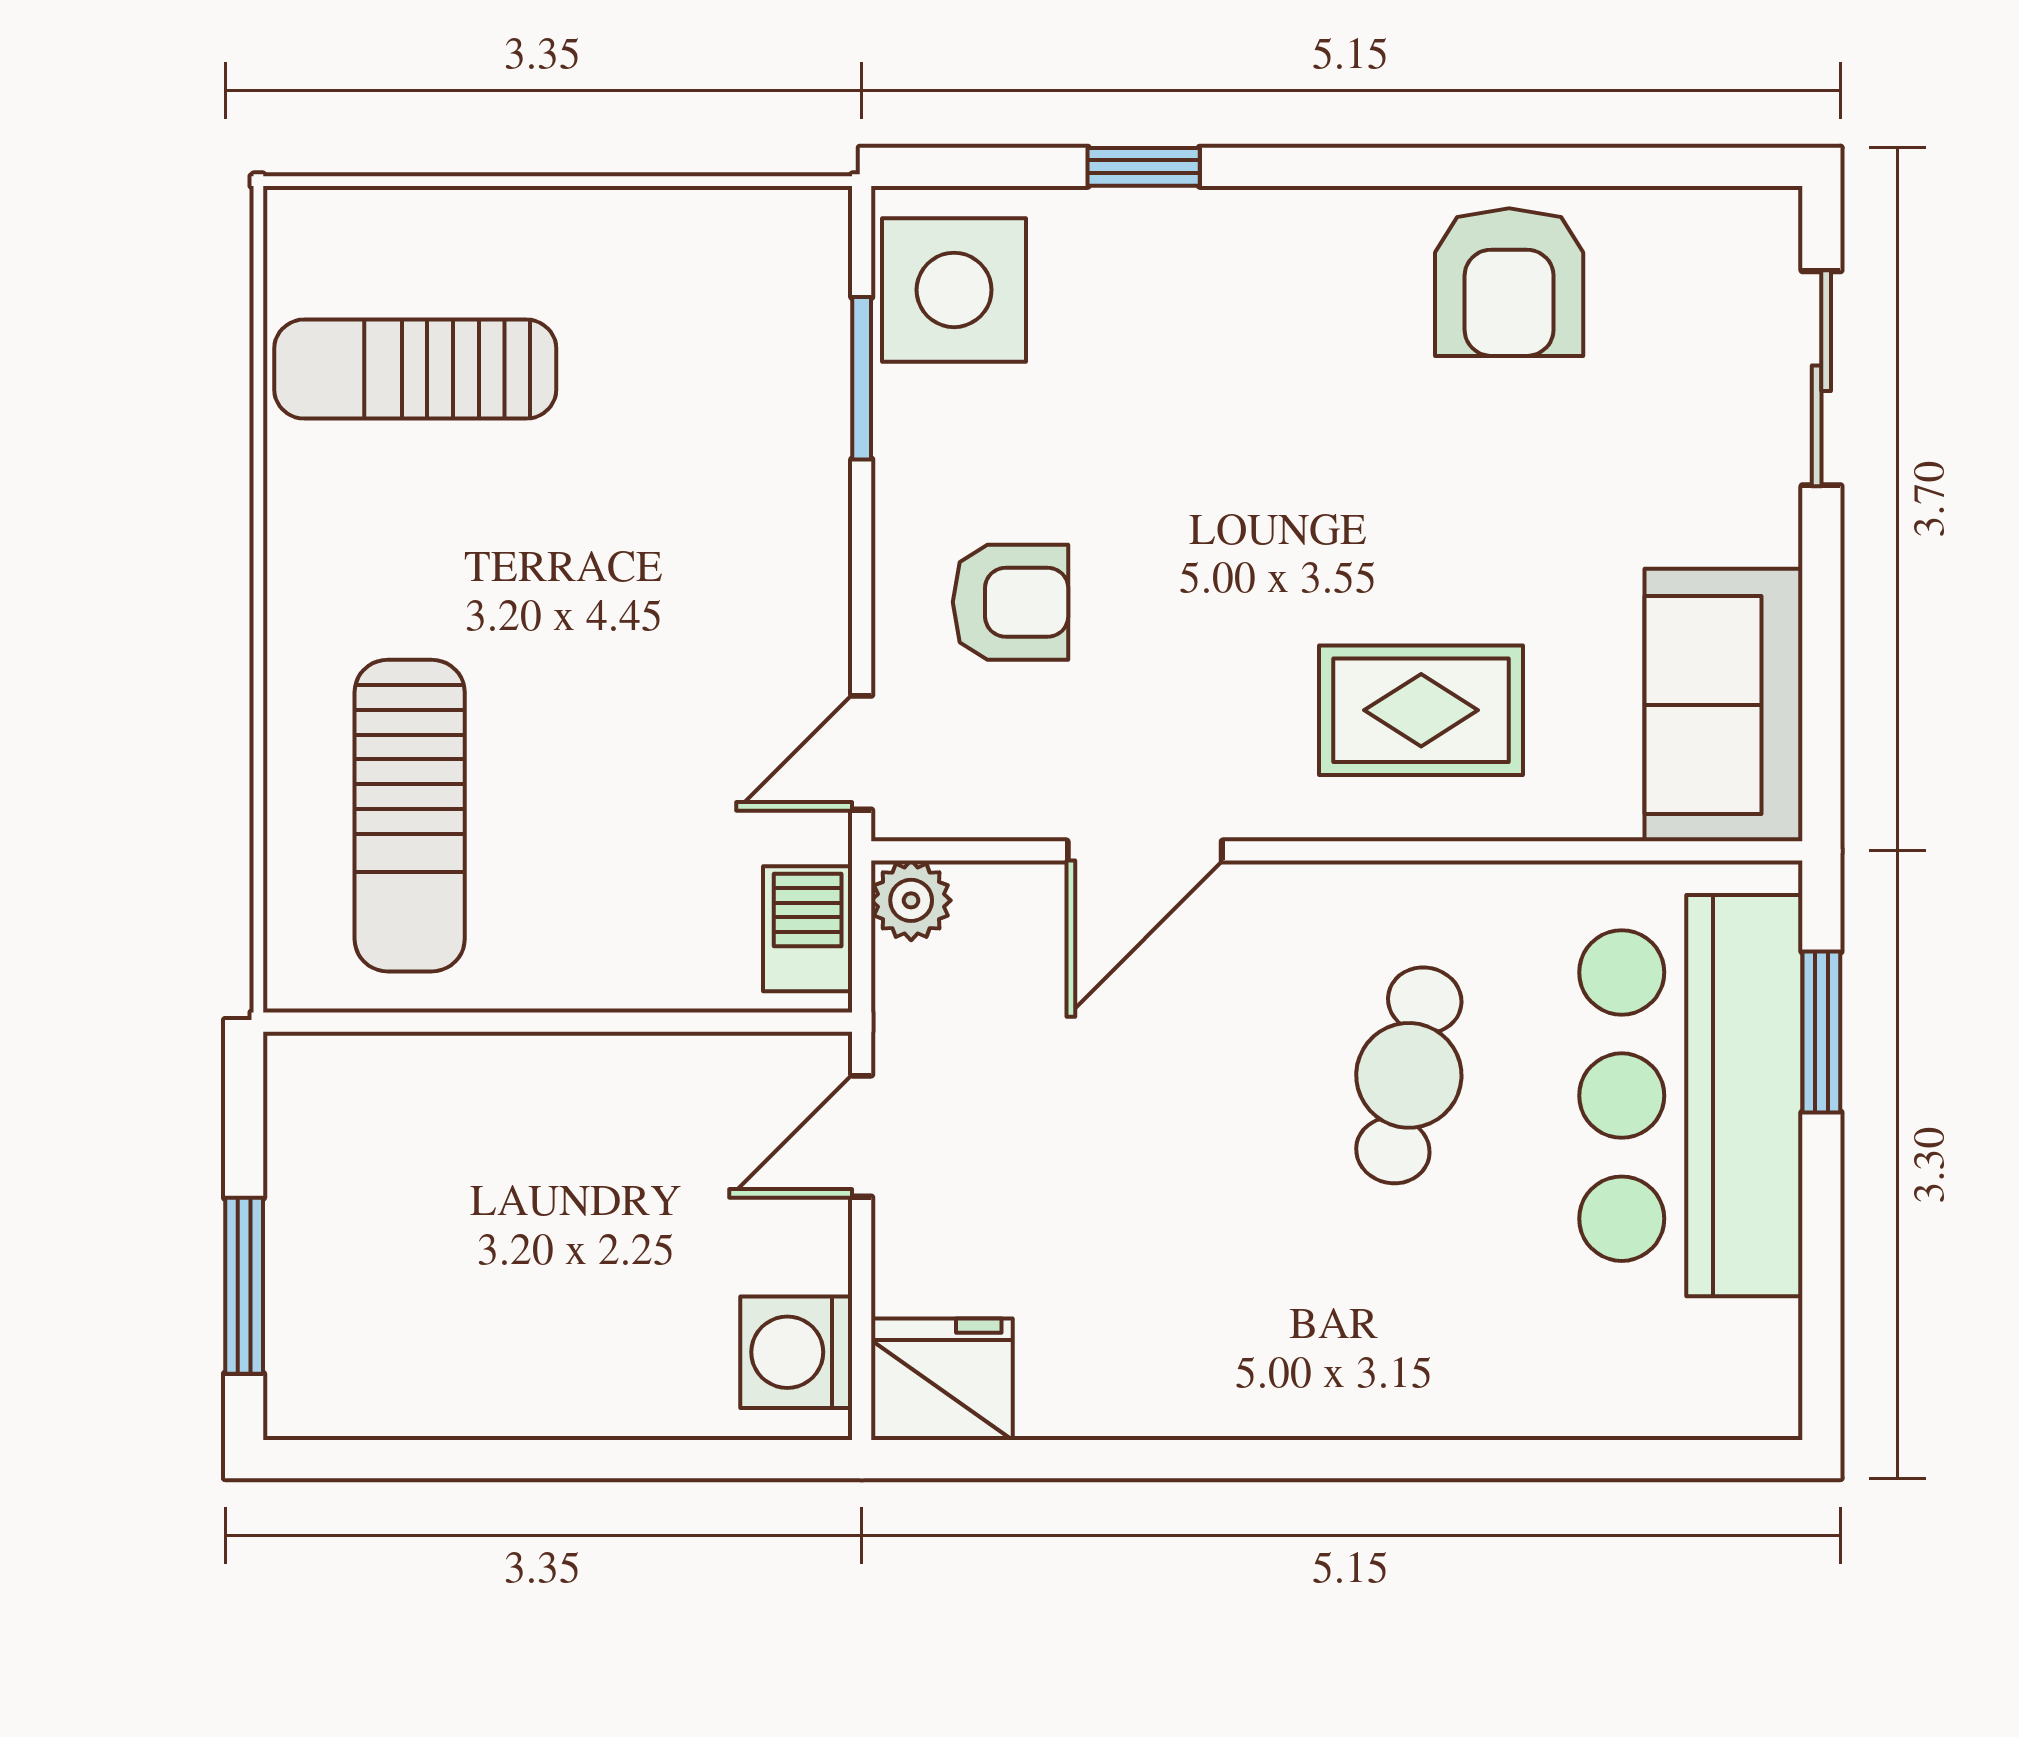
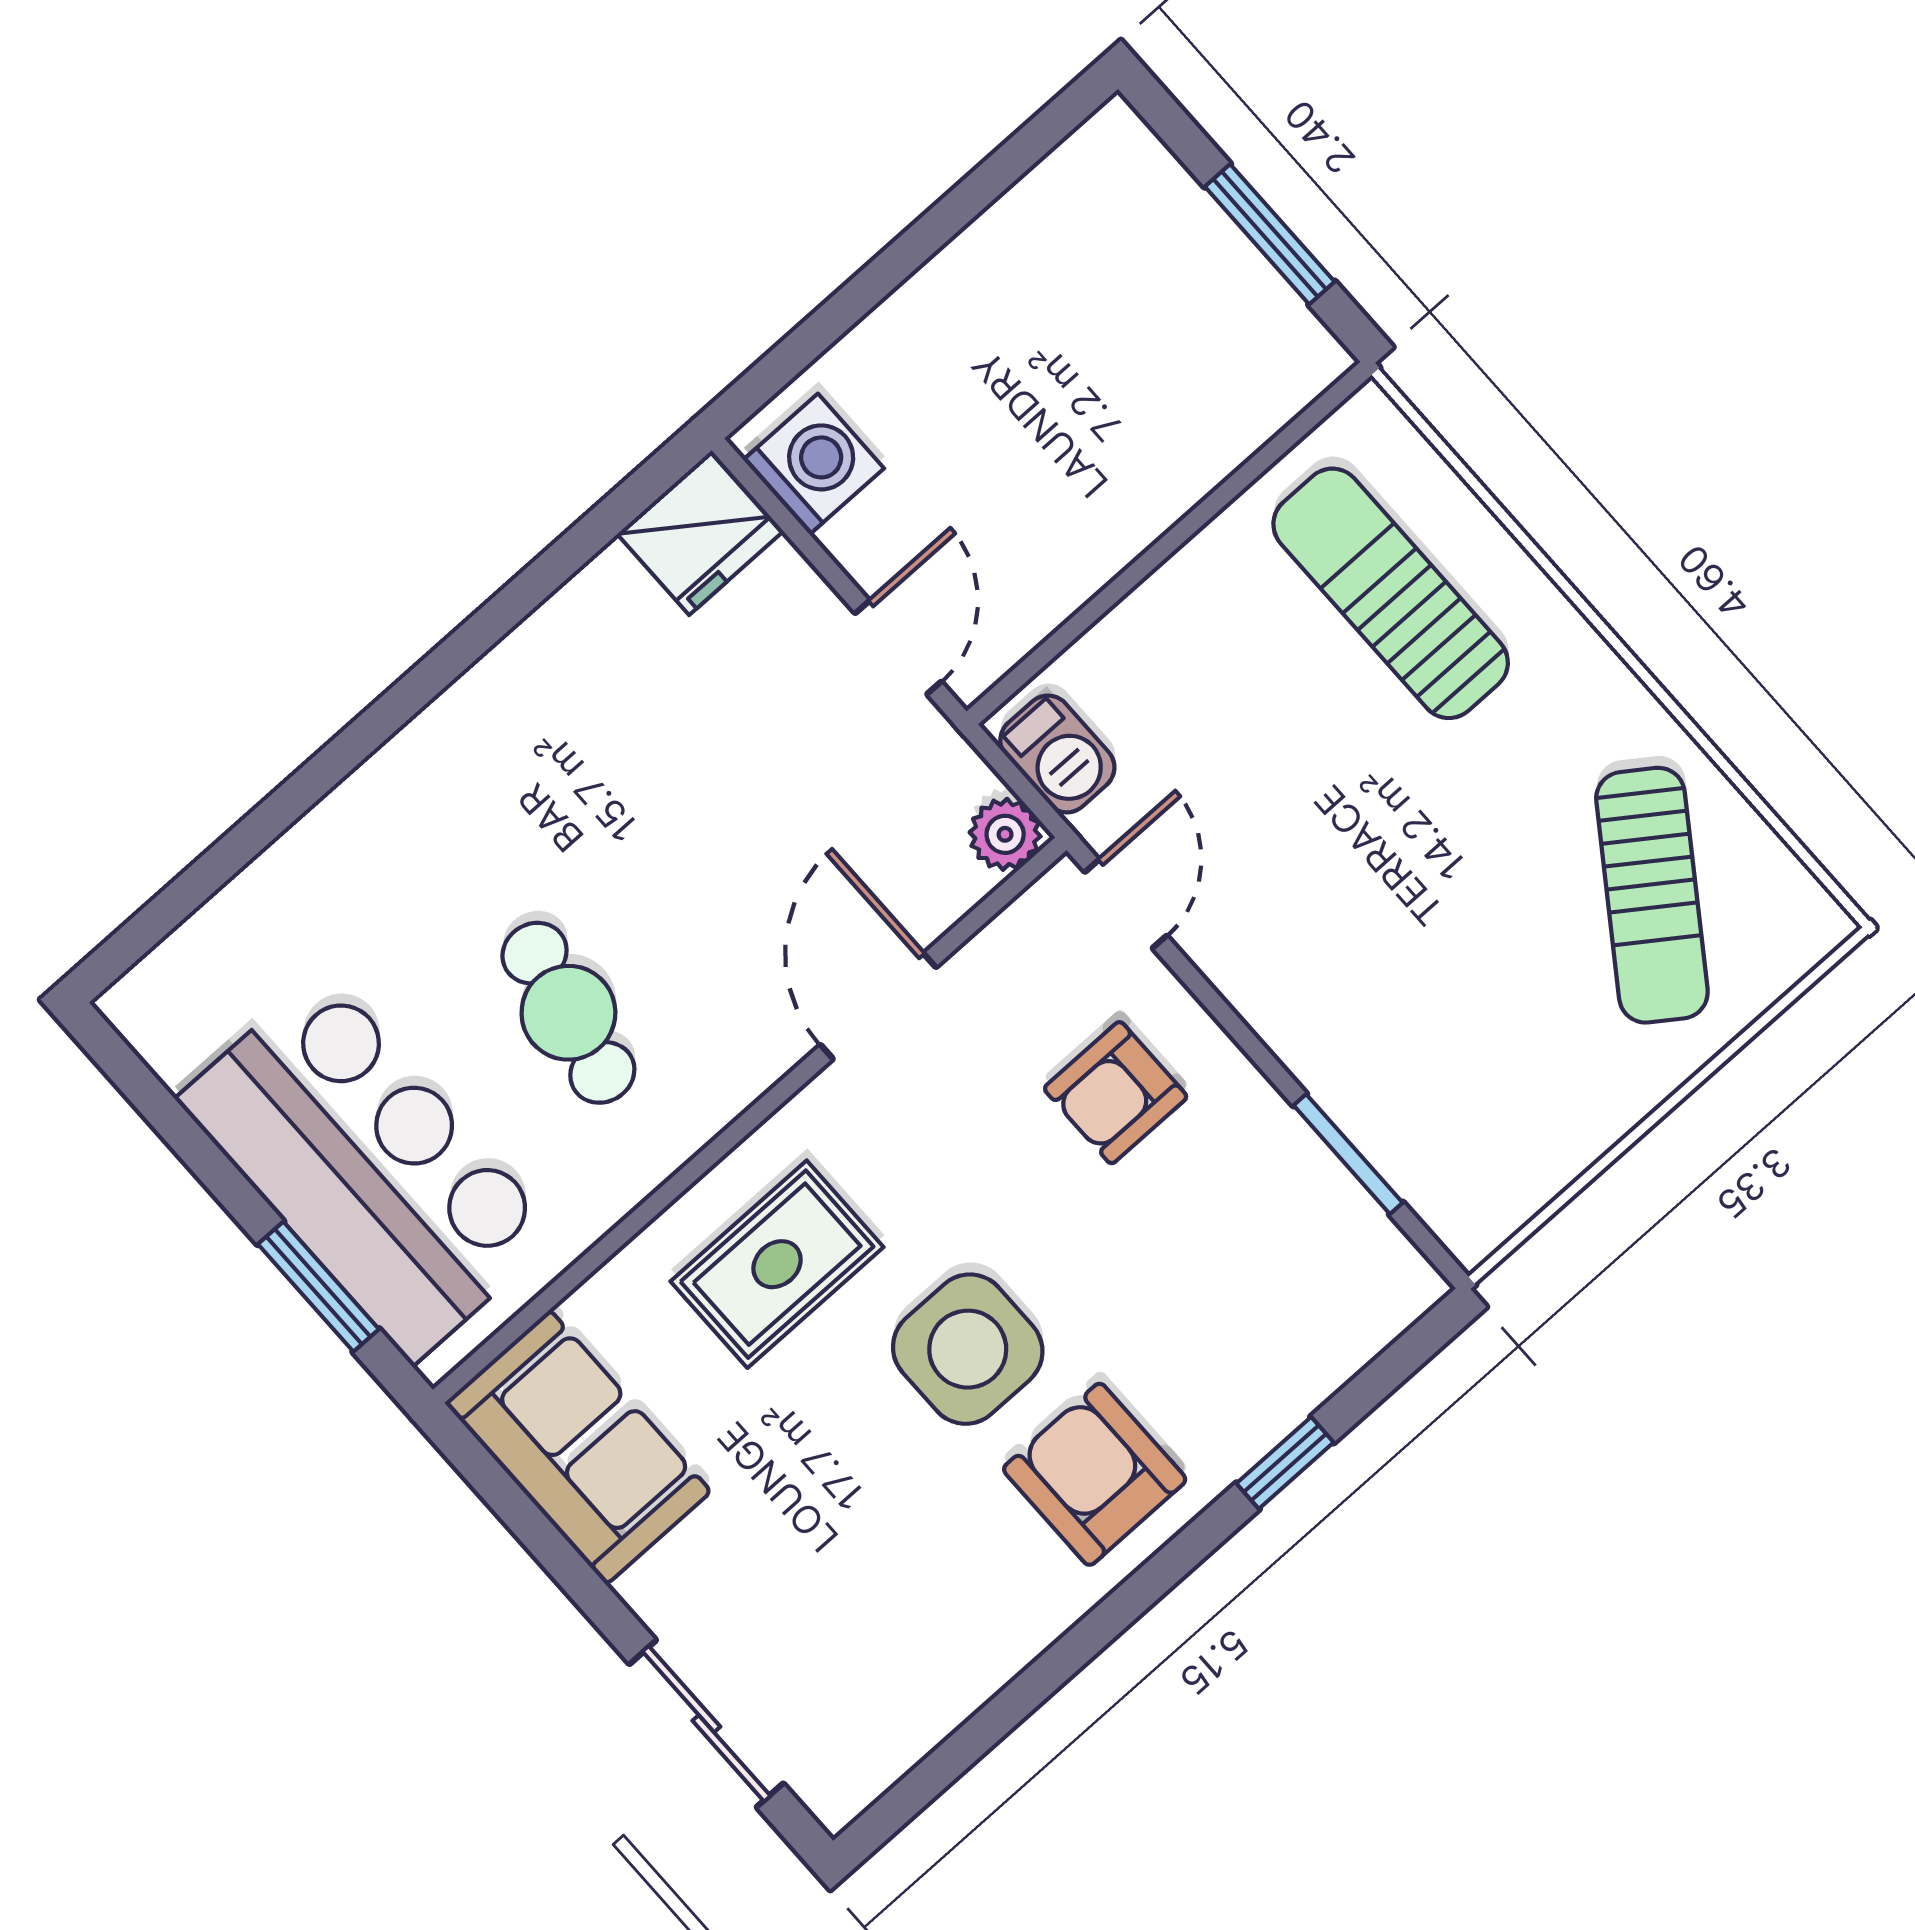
armchair: (1509, 282) -> (1095, 1474), moved
side table: (954, 290) -> (968, 1349), moved
sun lounger: (415, 369) -> (1652, 895), turned 125
window: (244, 1286) -> (1270, 234), moved

